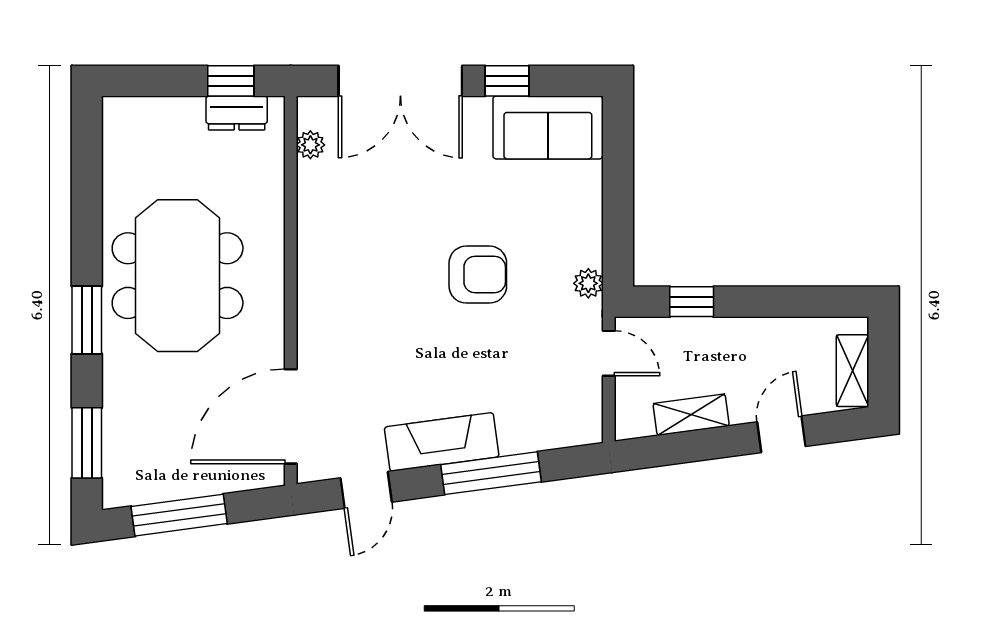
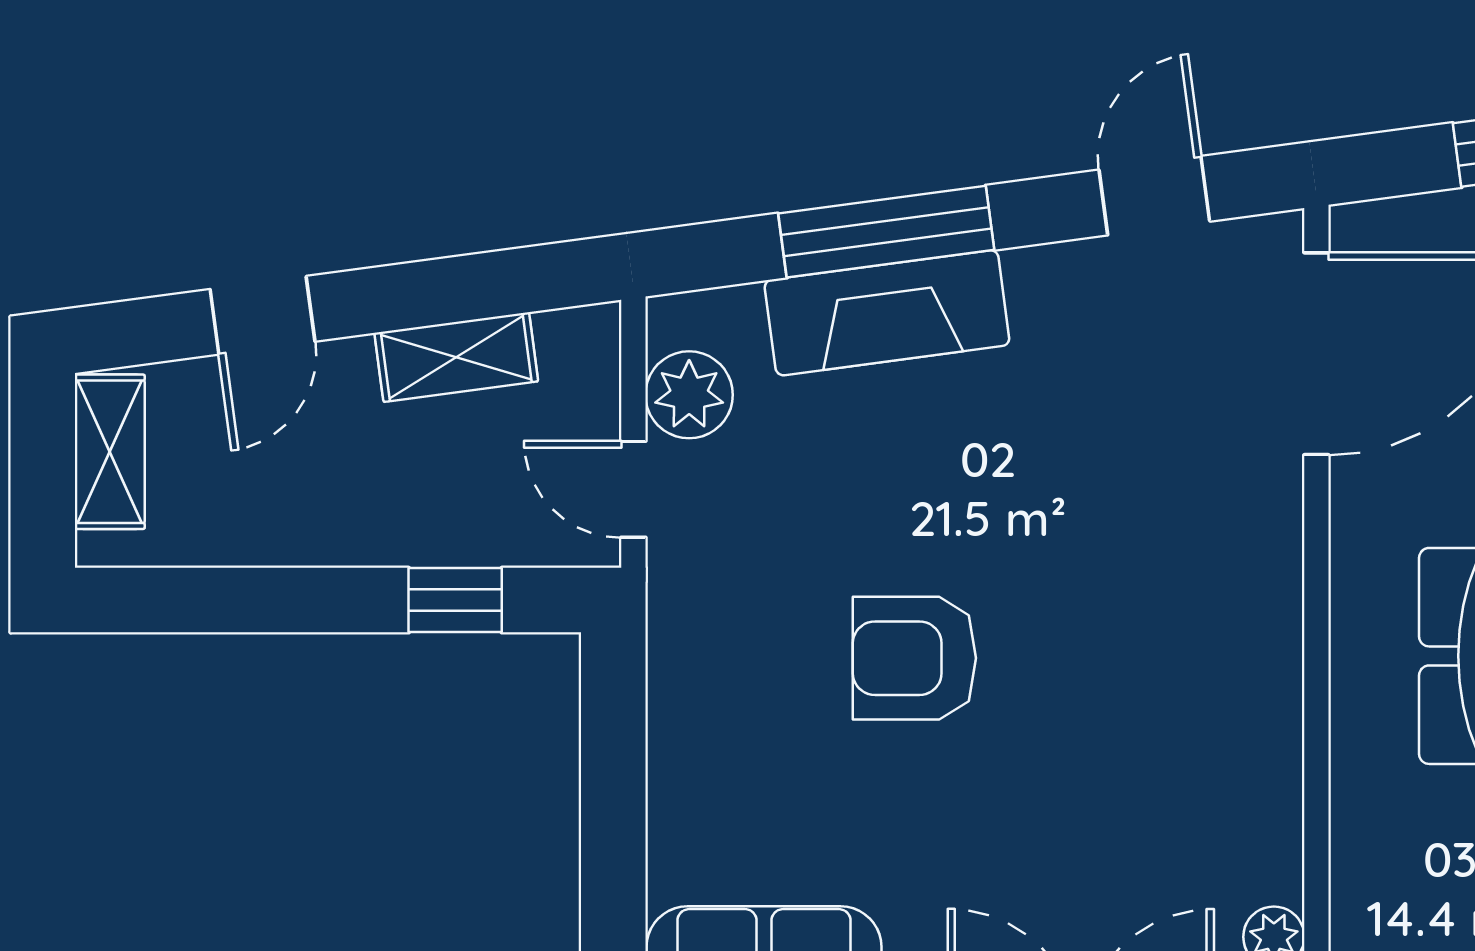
plant: (588, 283) -> (689, 395), moved, width x1.38, depth x1.38
fireplace: (442, 442) -> (887, 313), moved

